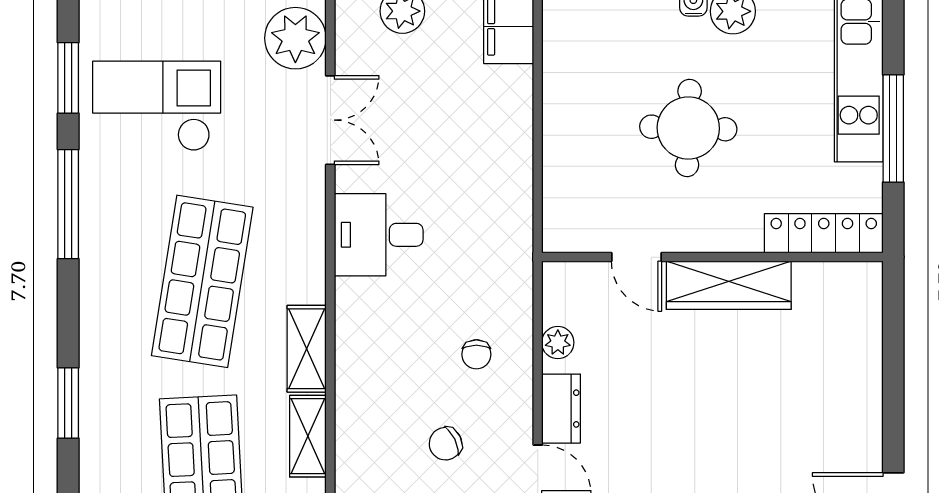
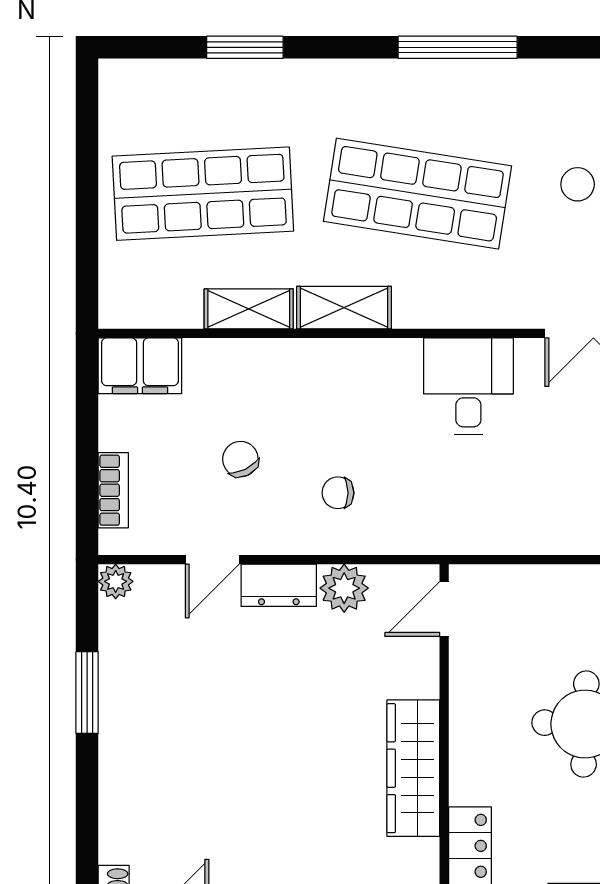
window: (68, 204) -> (458, 47), moved
door: (636, 257) -> (444, 609), moved
plant: (558, 343) -> (344, 588), width x1.38, depth x1.38
window: (68, 403) -> (245, 47), moved

